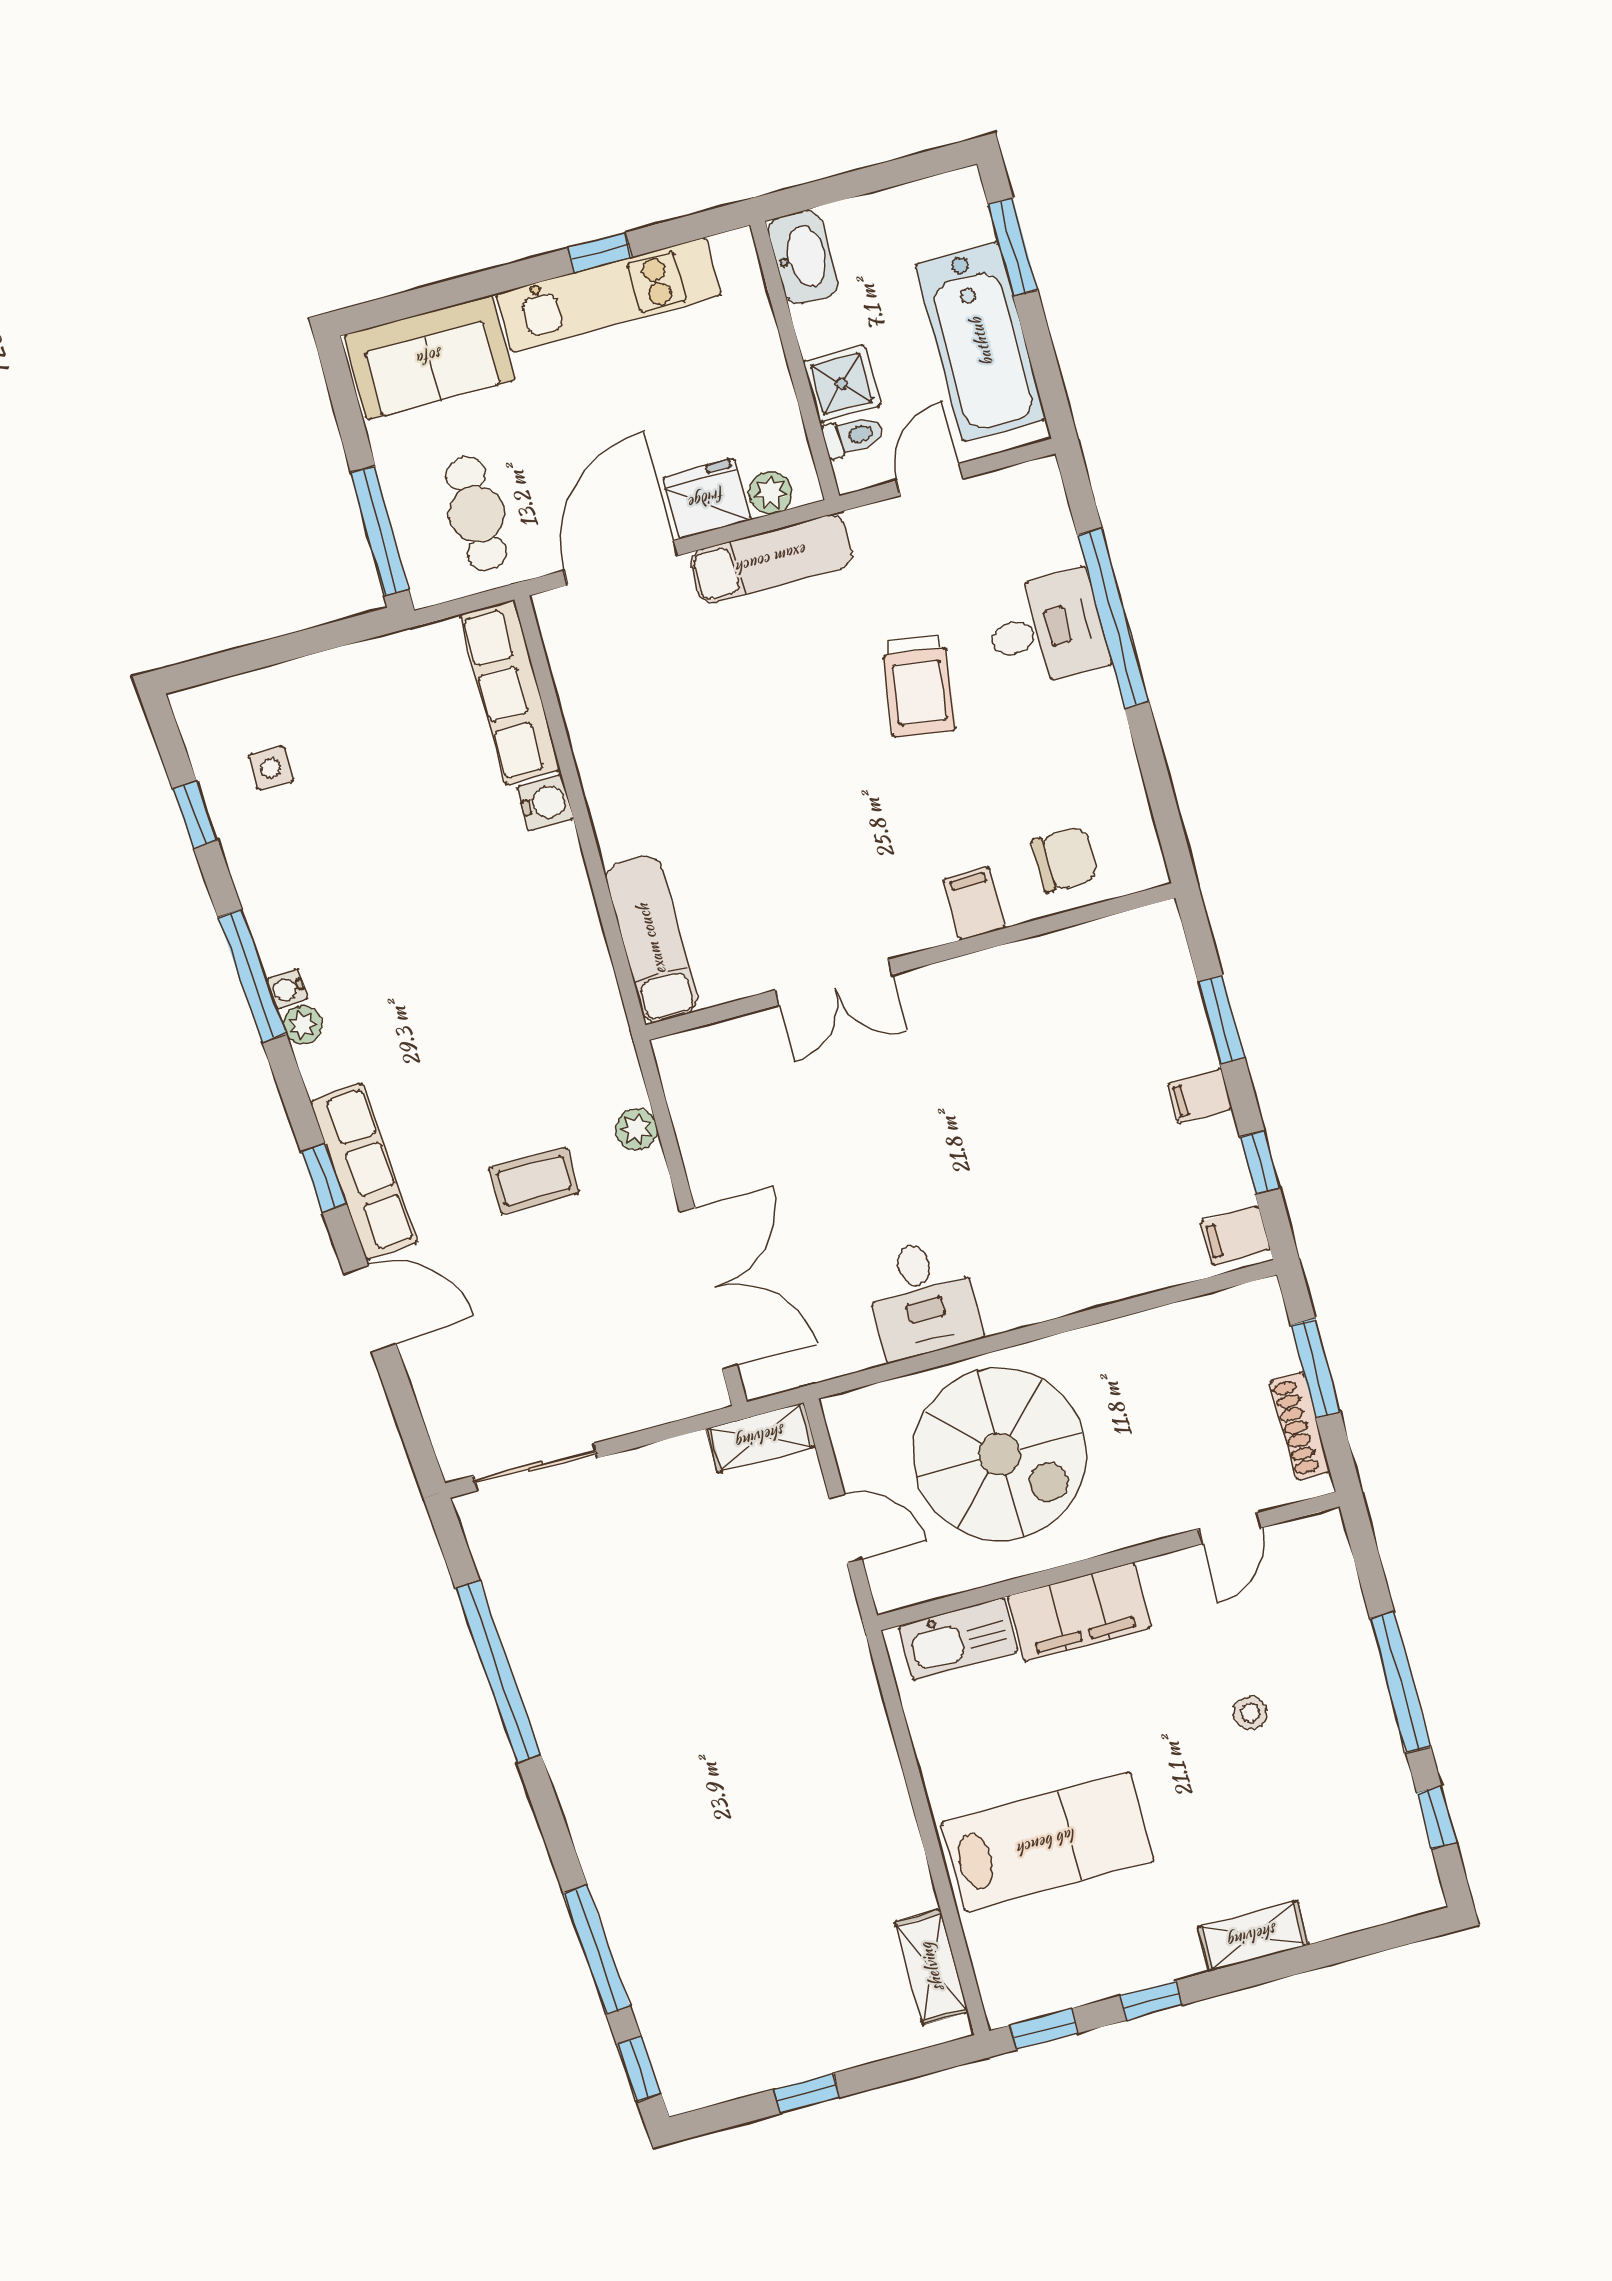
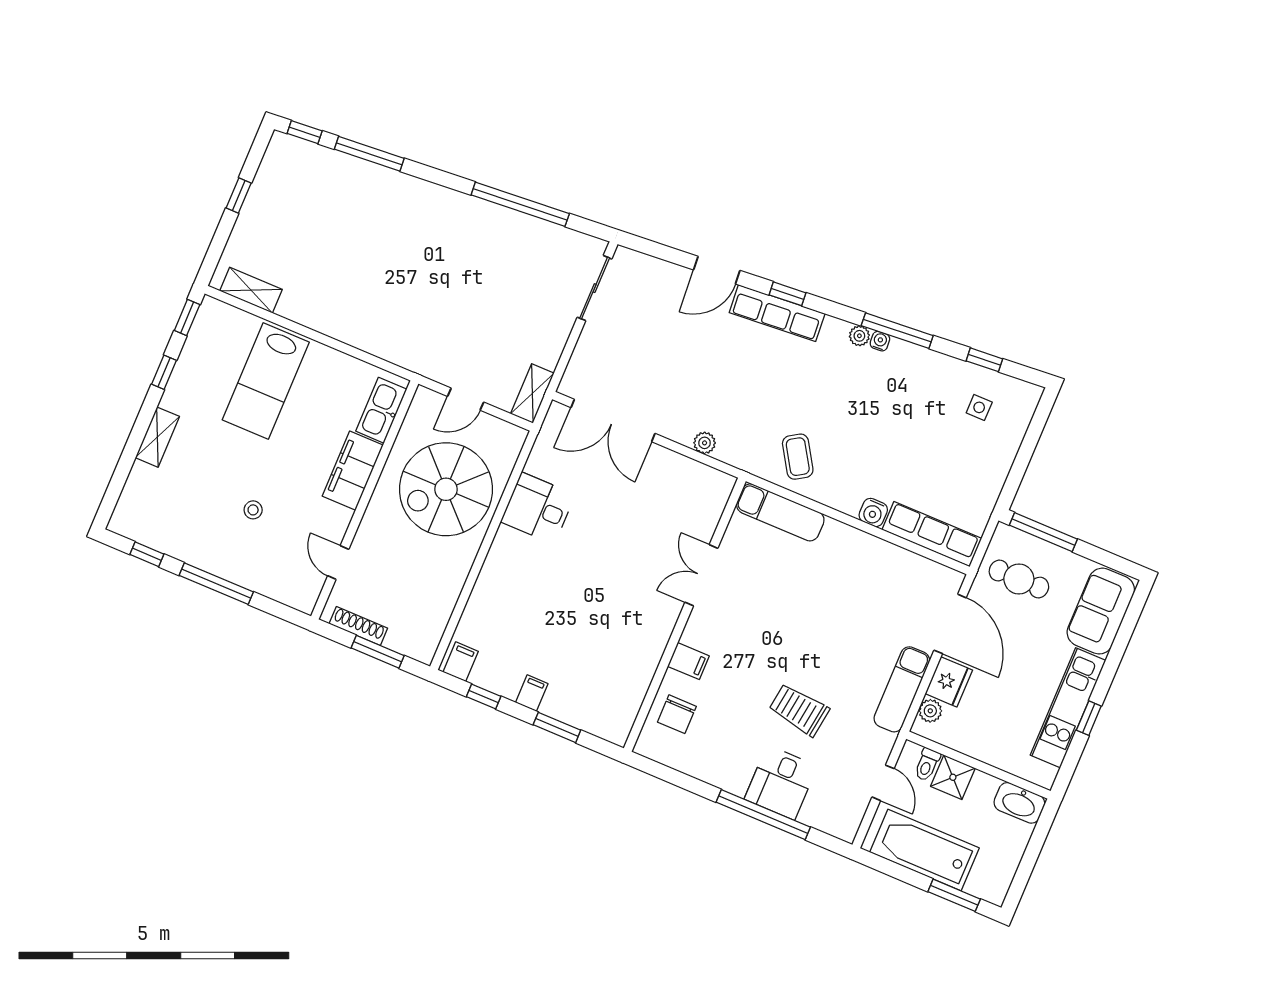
coffee table: (534, 1181) -> (798, 457), moved, turned -32

